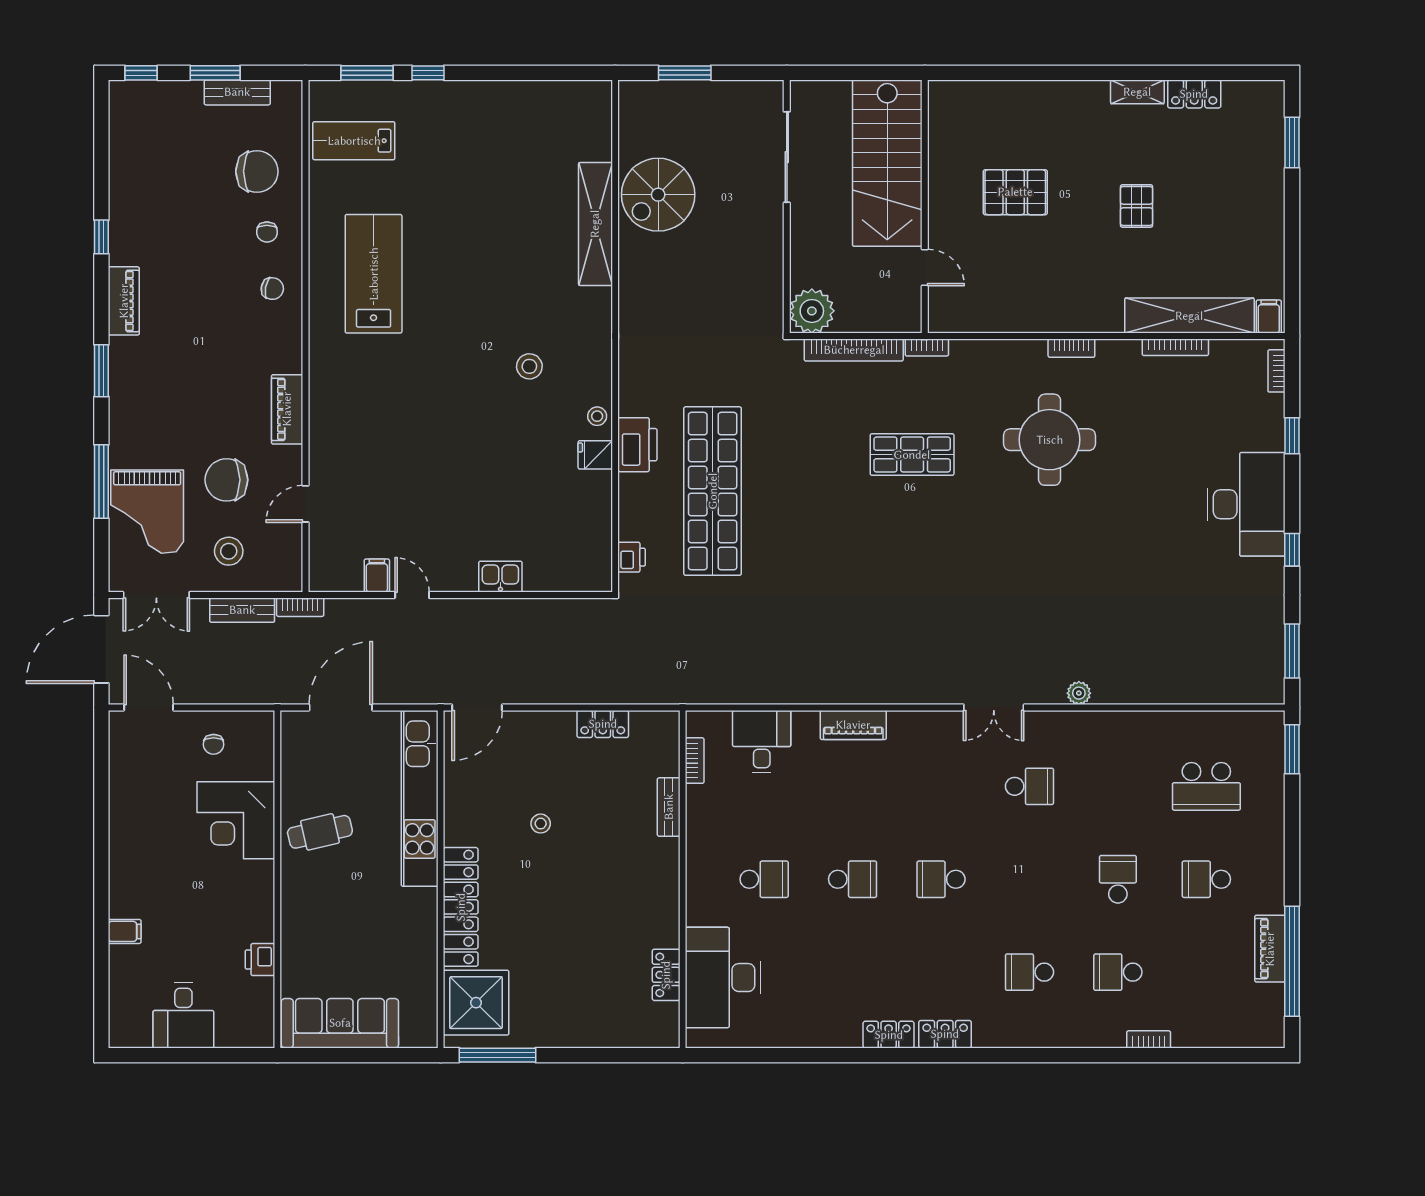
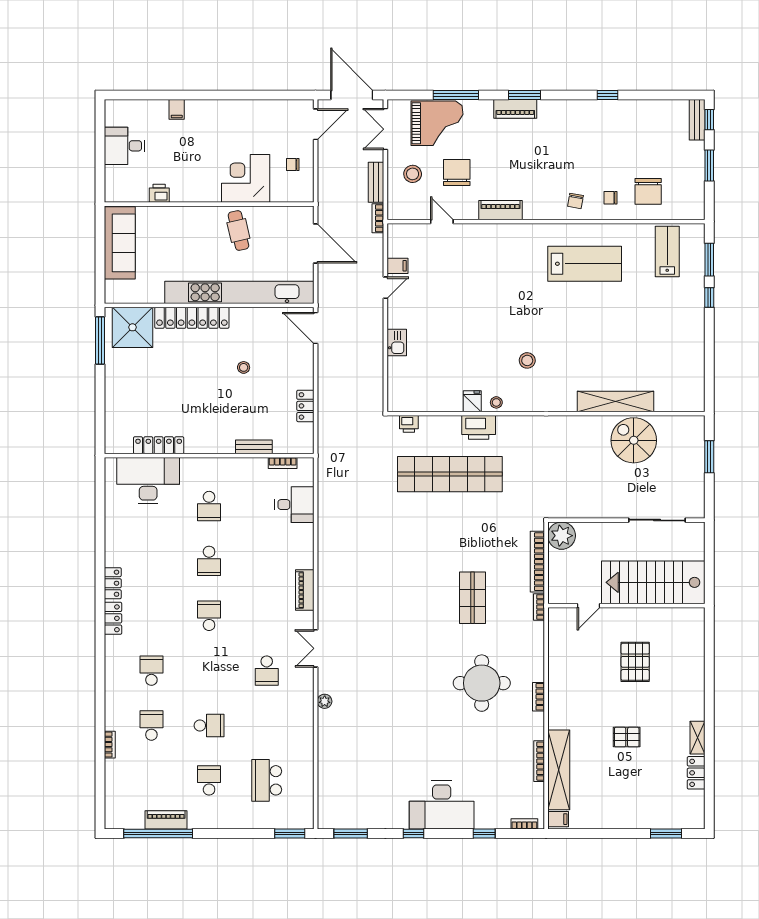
bench: (237, 92) -> (697, 120), moved
piano: (124, 301) -> (515, 109), moved
grand piano: (147, 512) -> (437, 123), turned 180
piano: (853, 725) -> (305, 590), moved
kitchen unit: (420, 798) -> (239, 292), width x1.36
locker: (666, 975) -> (159, 445), width x1.53

